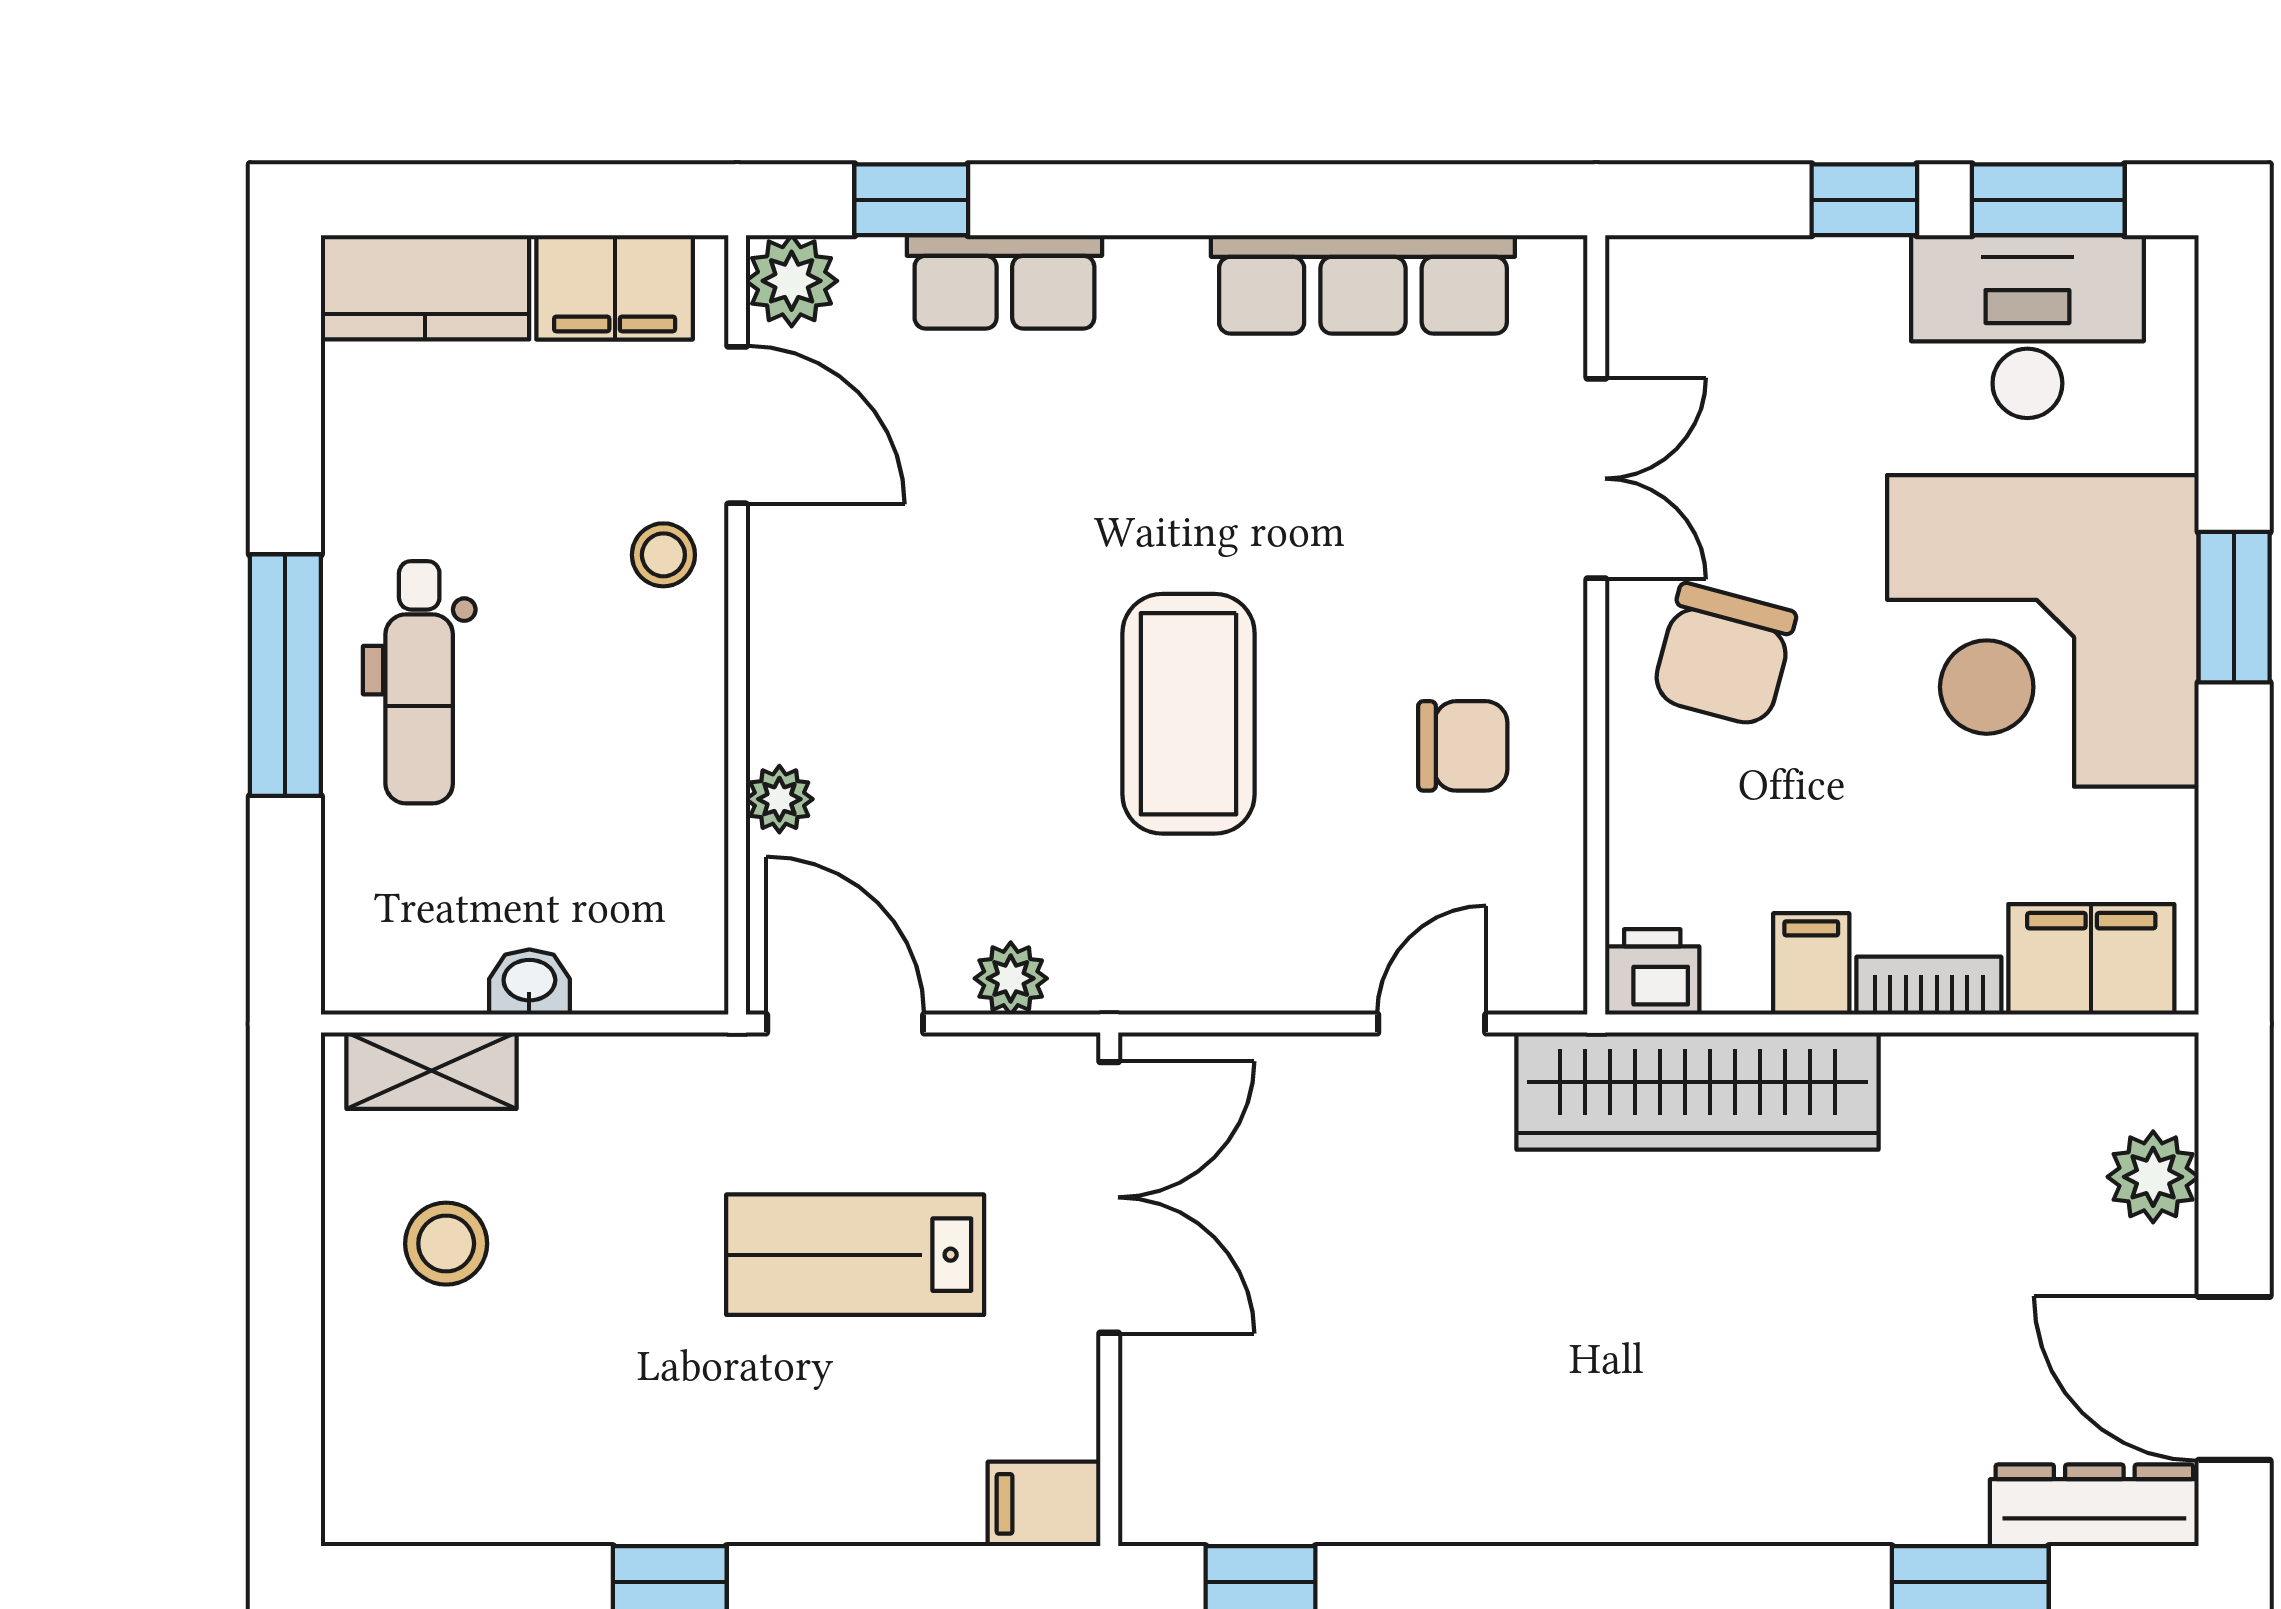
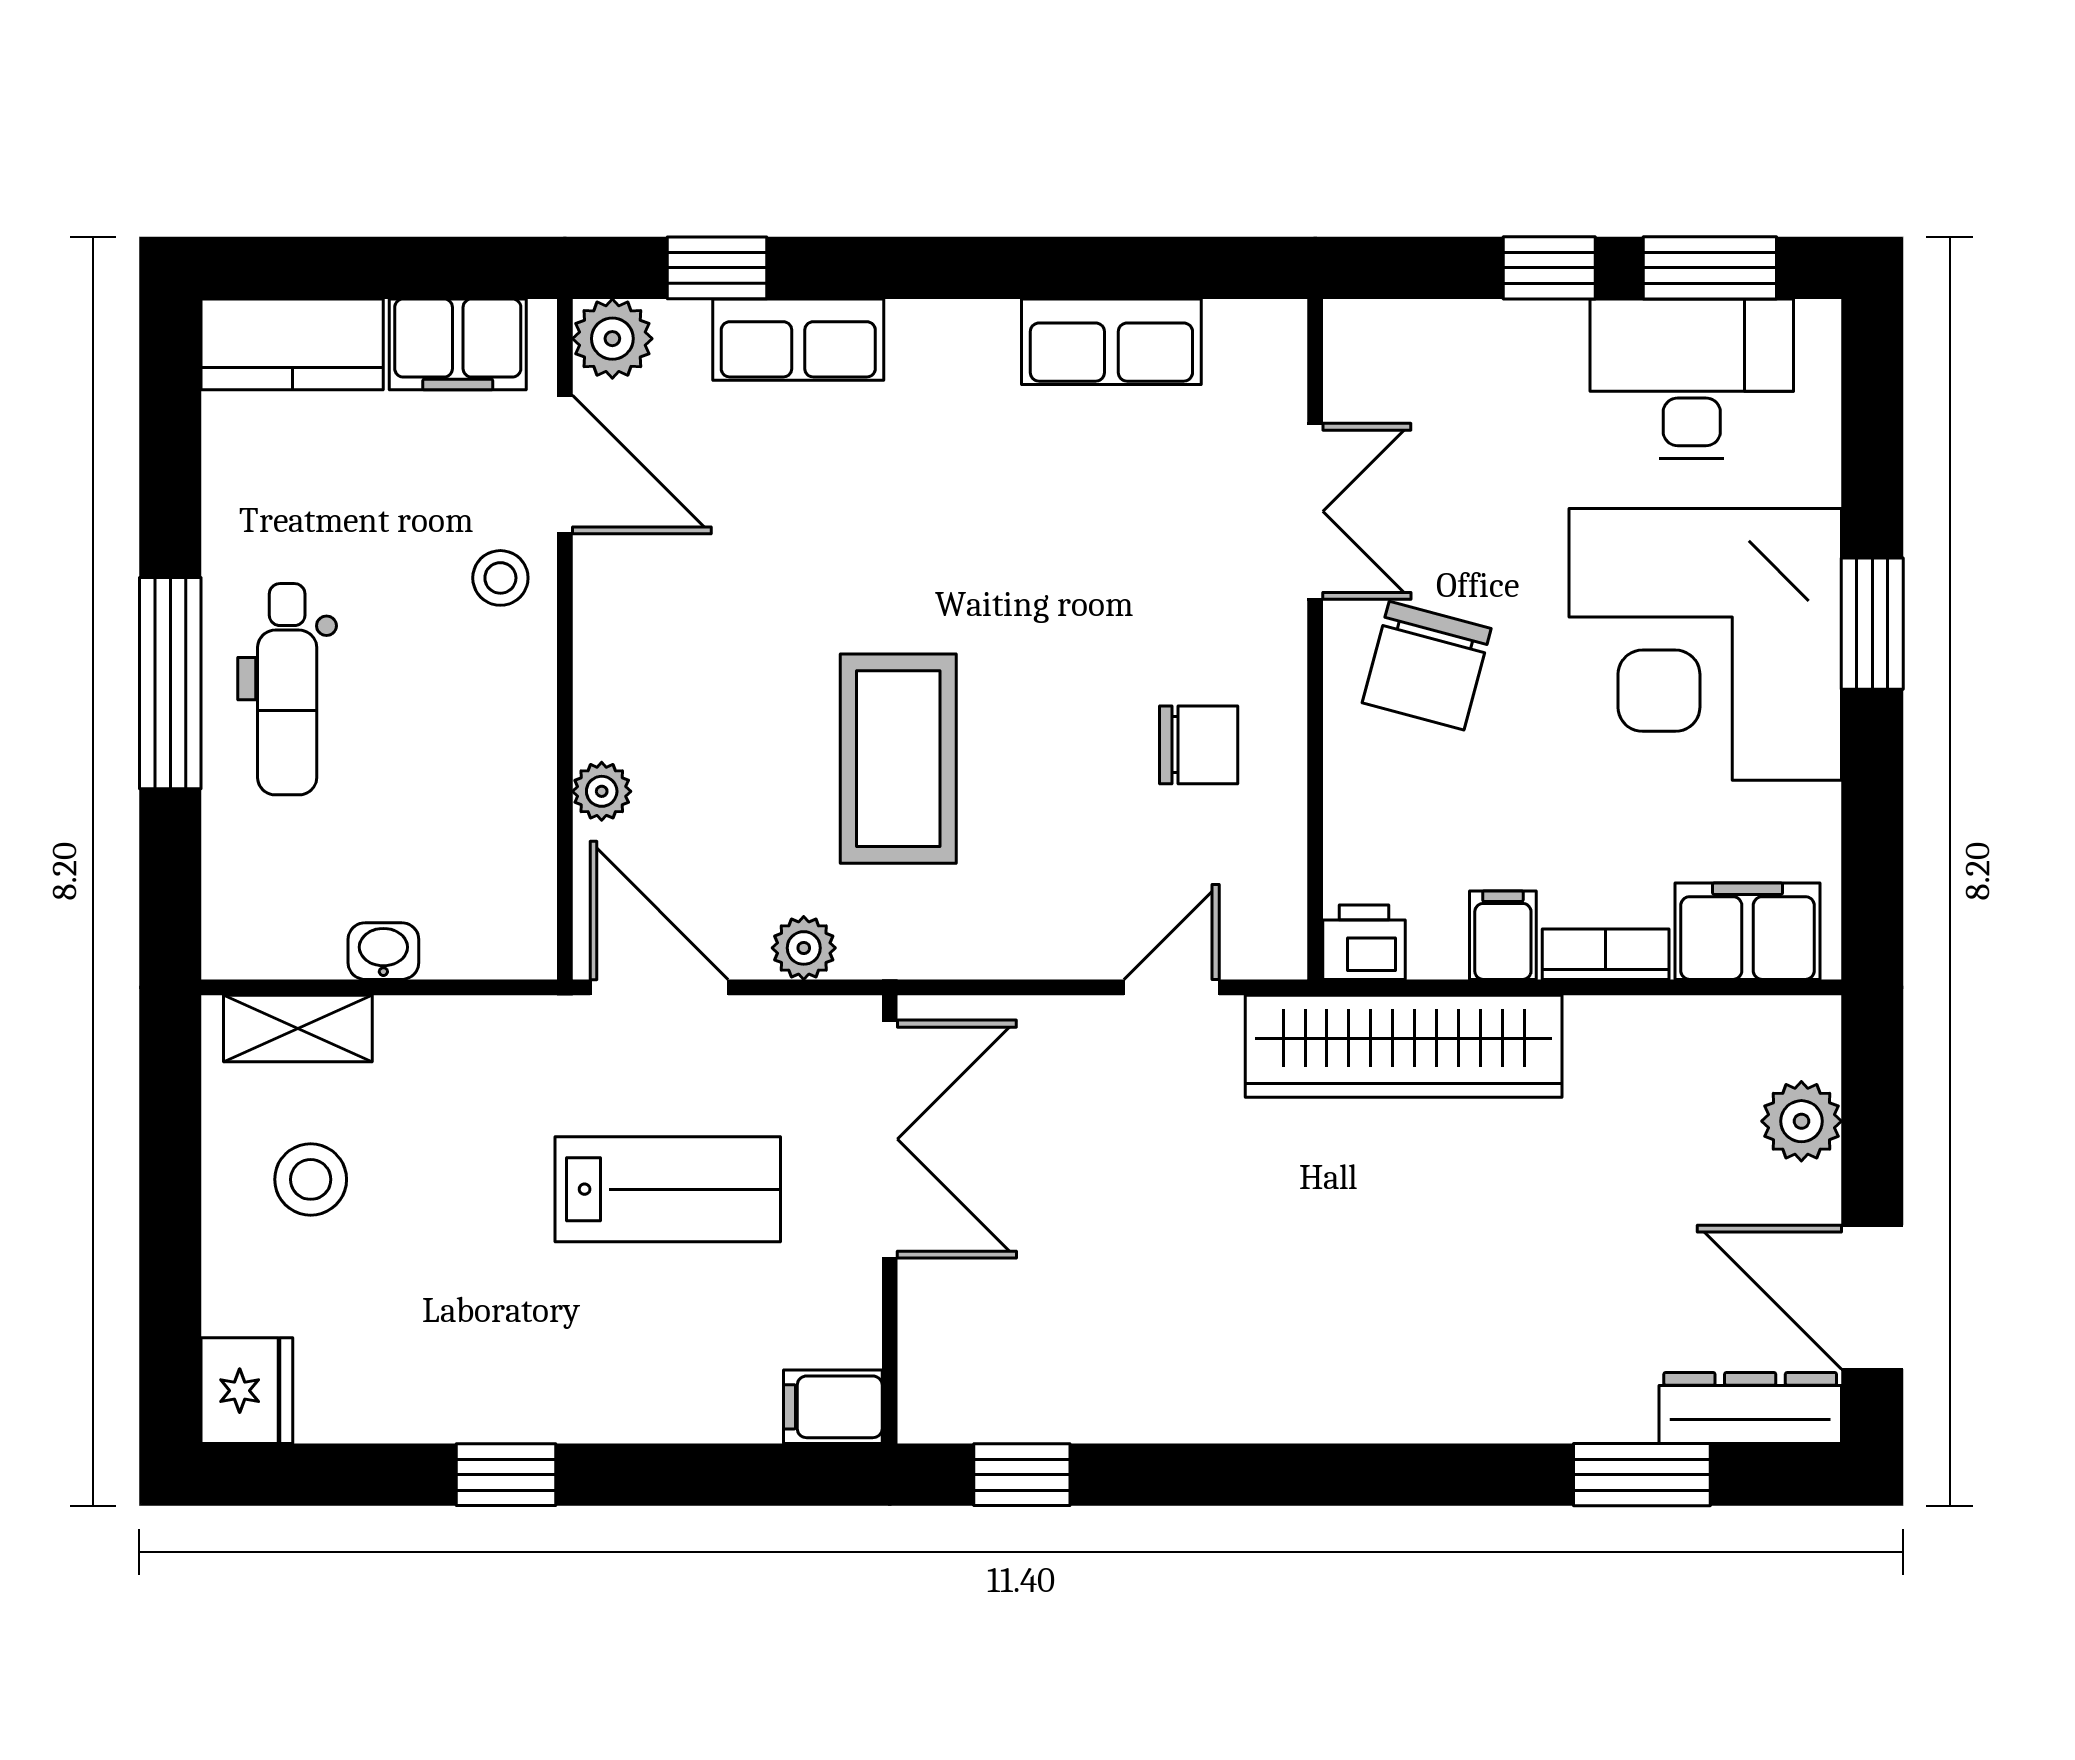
row of seats: (1363, 284) -> (1111, 342), width x0.68
coffee table: (1188, 714) -> (898, 759), moved
lab bench: (855, 1255) -> (668, 1189), turned 180
fridge: (373, 1485) -> (247, 1391), added

